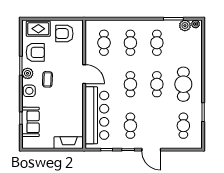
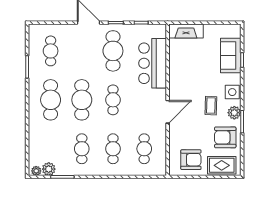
door: (84, 74) -> (168, 112), swing flipped
cafe table: (157, 84) -> (82, 100), width x1.37, depth x1.35
bar counter: (97, 115) -> (153, 63), width x0.73
cafe table: (130, 126) -> (113, 51), width x1.37, depth x1.35

